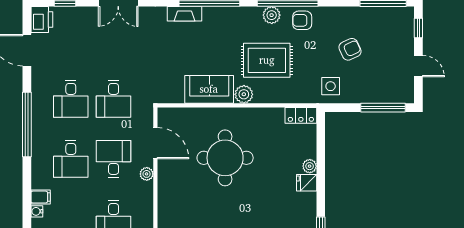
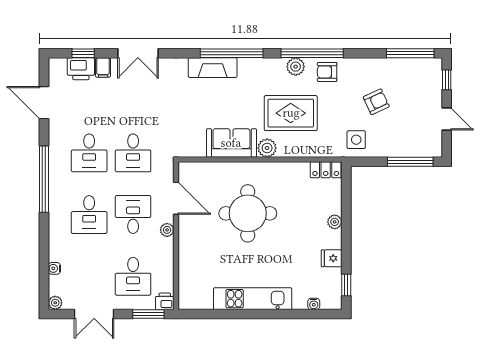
fireplace: (185, 14) -> (213, 68), width x1.37, depth x1.32
printer: (42, 19) -> (81, 69), moved, turned 90
fridge: (307, 183) -> (332, 258), moved
filing cabinet: (41, 197) -> (103, 67), moved, turned 90

